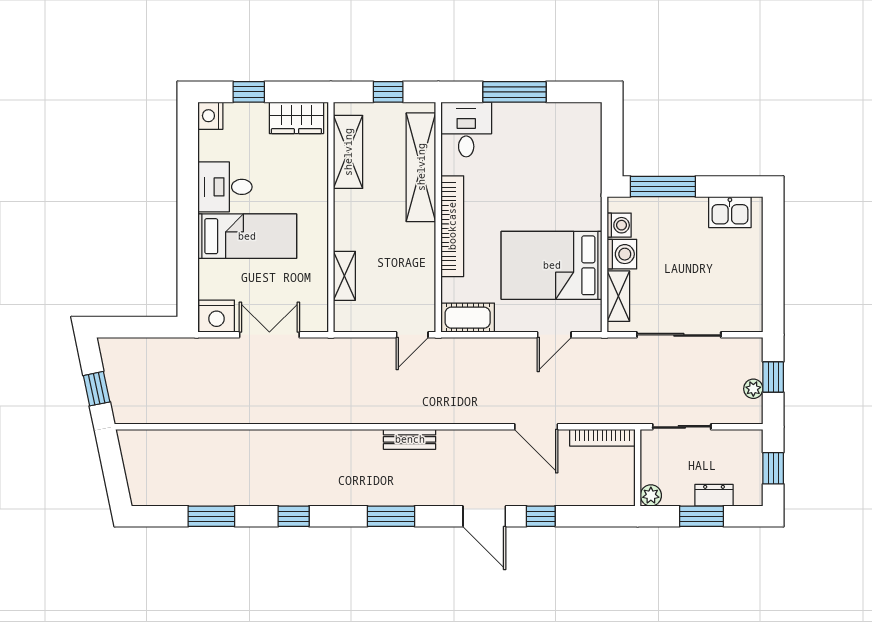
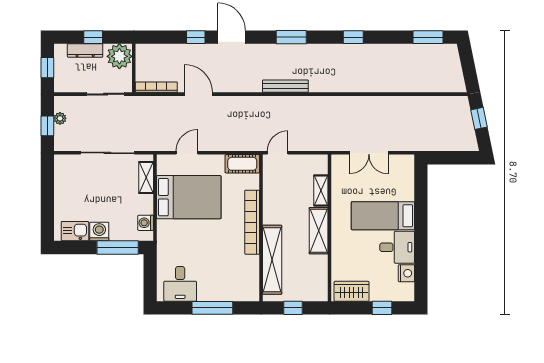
nightstand: (210, 116) -> (406, 273), moved
desk: (466, 129) -> (180, 284), moved
shelving: (348, 152) -> (319, 231), moved
washing machine: (622, 254) -> (99, 231), moved, turned 90
nightstand: (216, 316) -> (403, 165), removed
bench: (410, 439) -> (285, 86), width x1.36
plant: (651, 495) -> (119, 56), width x1.88, depth x1.88
dresser: (714, 495) -> (85, 50), width x1.44
window: (211, 516) -> (428, 37), moved
window: (701, 516) -> (93, 37), width x0.67

